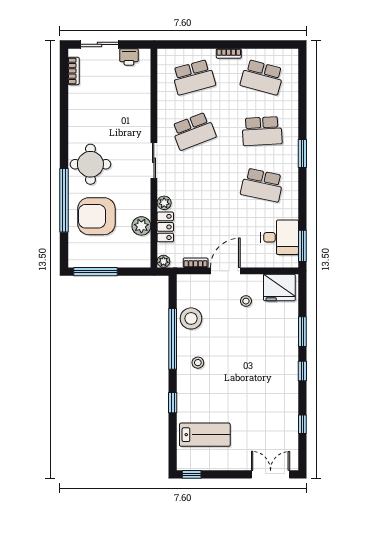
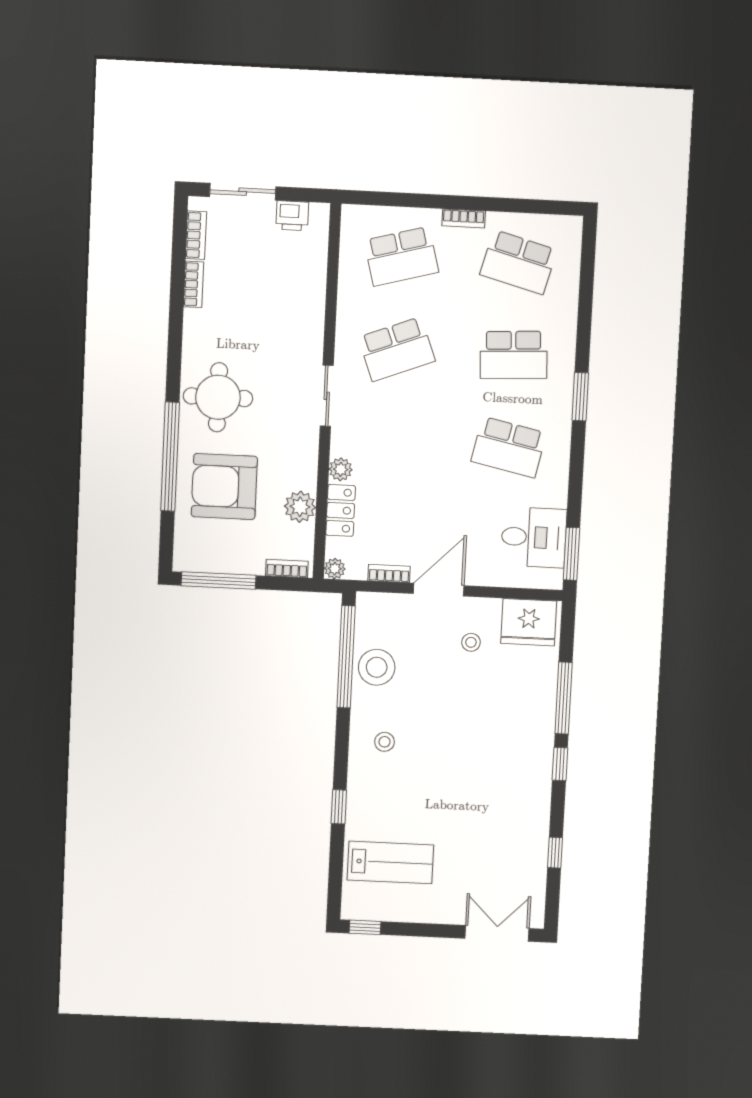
bookcase: (73, 99) -> (194, 284), added
bookcase: (135, 263) -> (287, 569), added
window: (302, 332) -> (564, 698), width x1.44
window: (173, 339) -> (346, 657), moved

